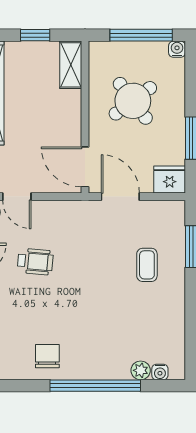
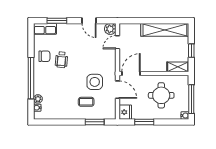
round table: (133, 101) -> (161, 95), turned 37
door: (120, 197) -> (117, 90), hinge flipped
side table: (103, 246) -> (95, 82), added
wheelchair: (35, 262) -> (61, 60), moved

